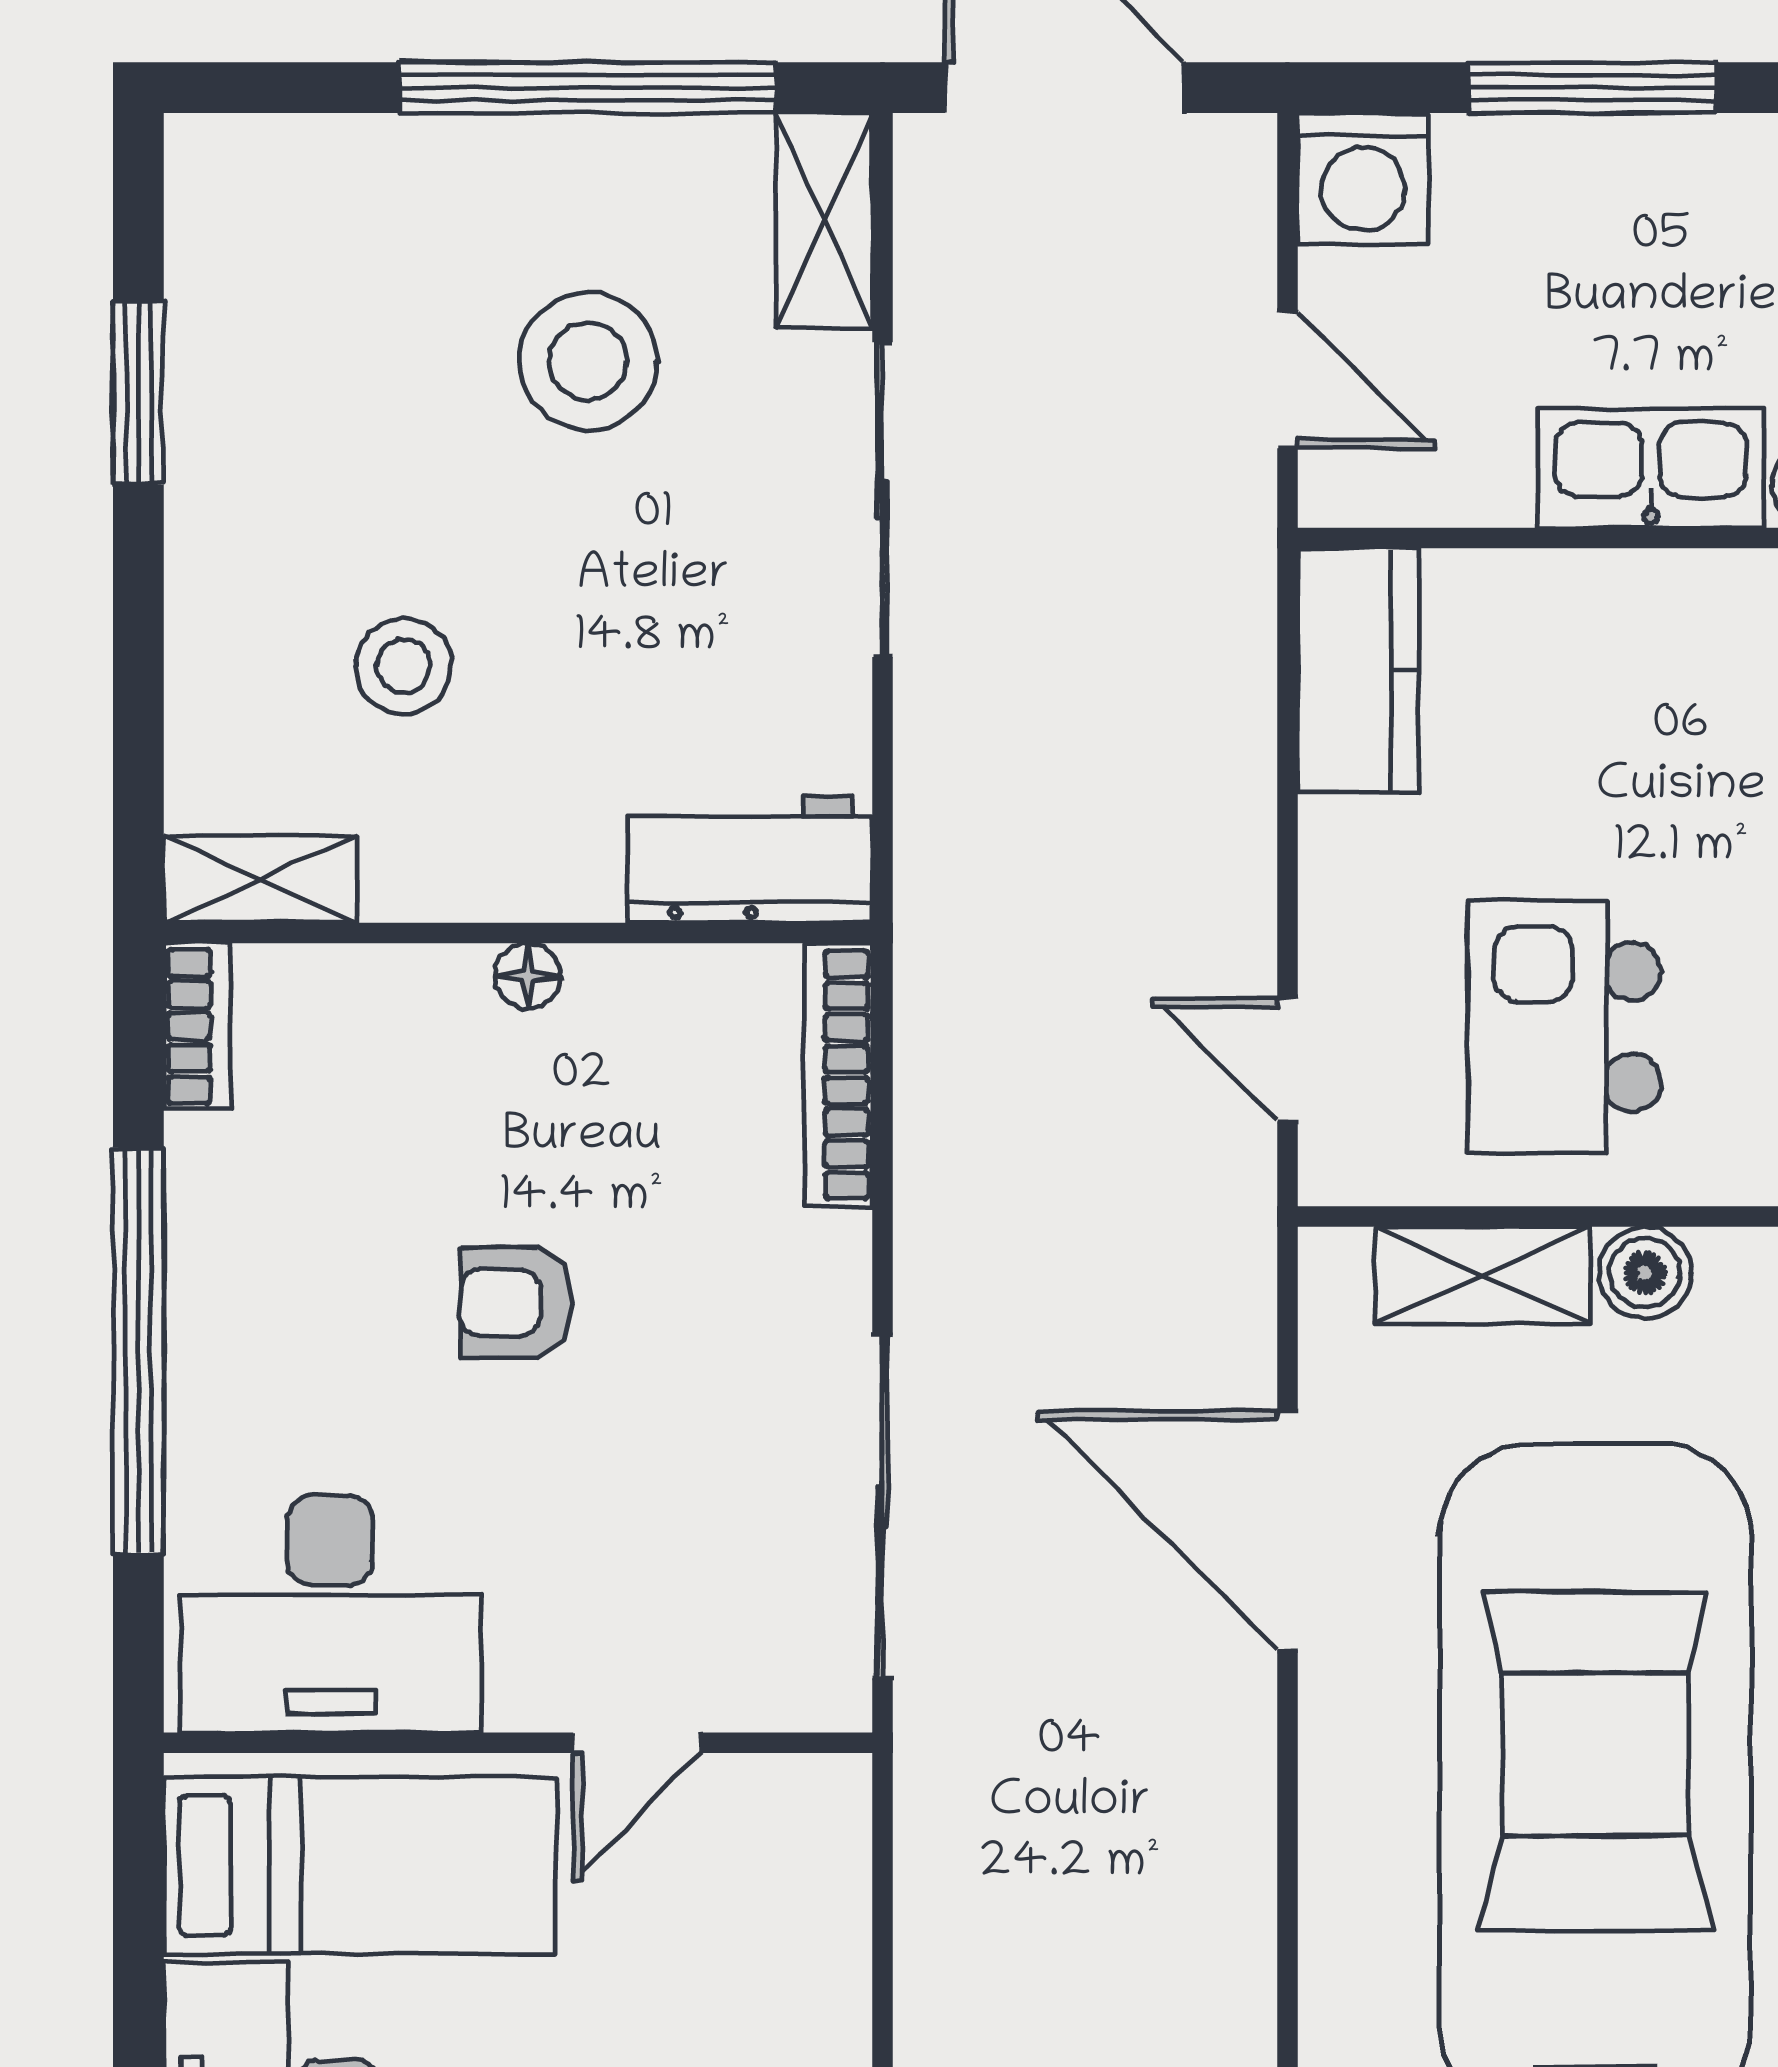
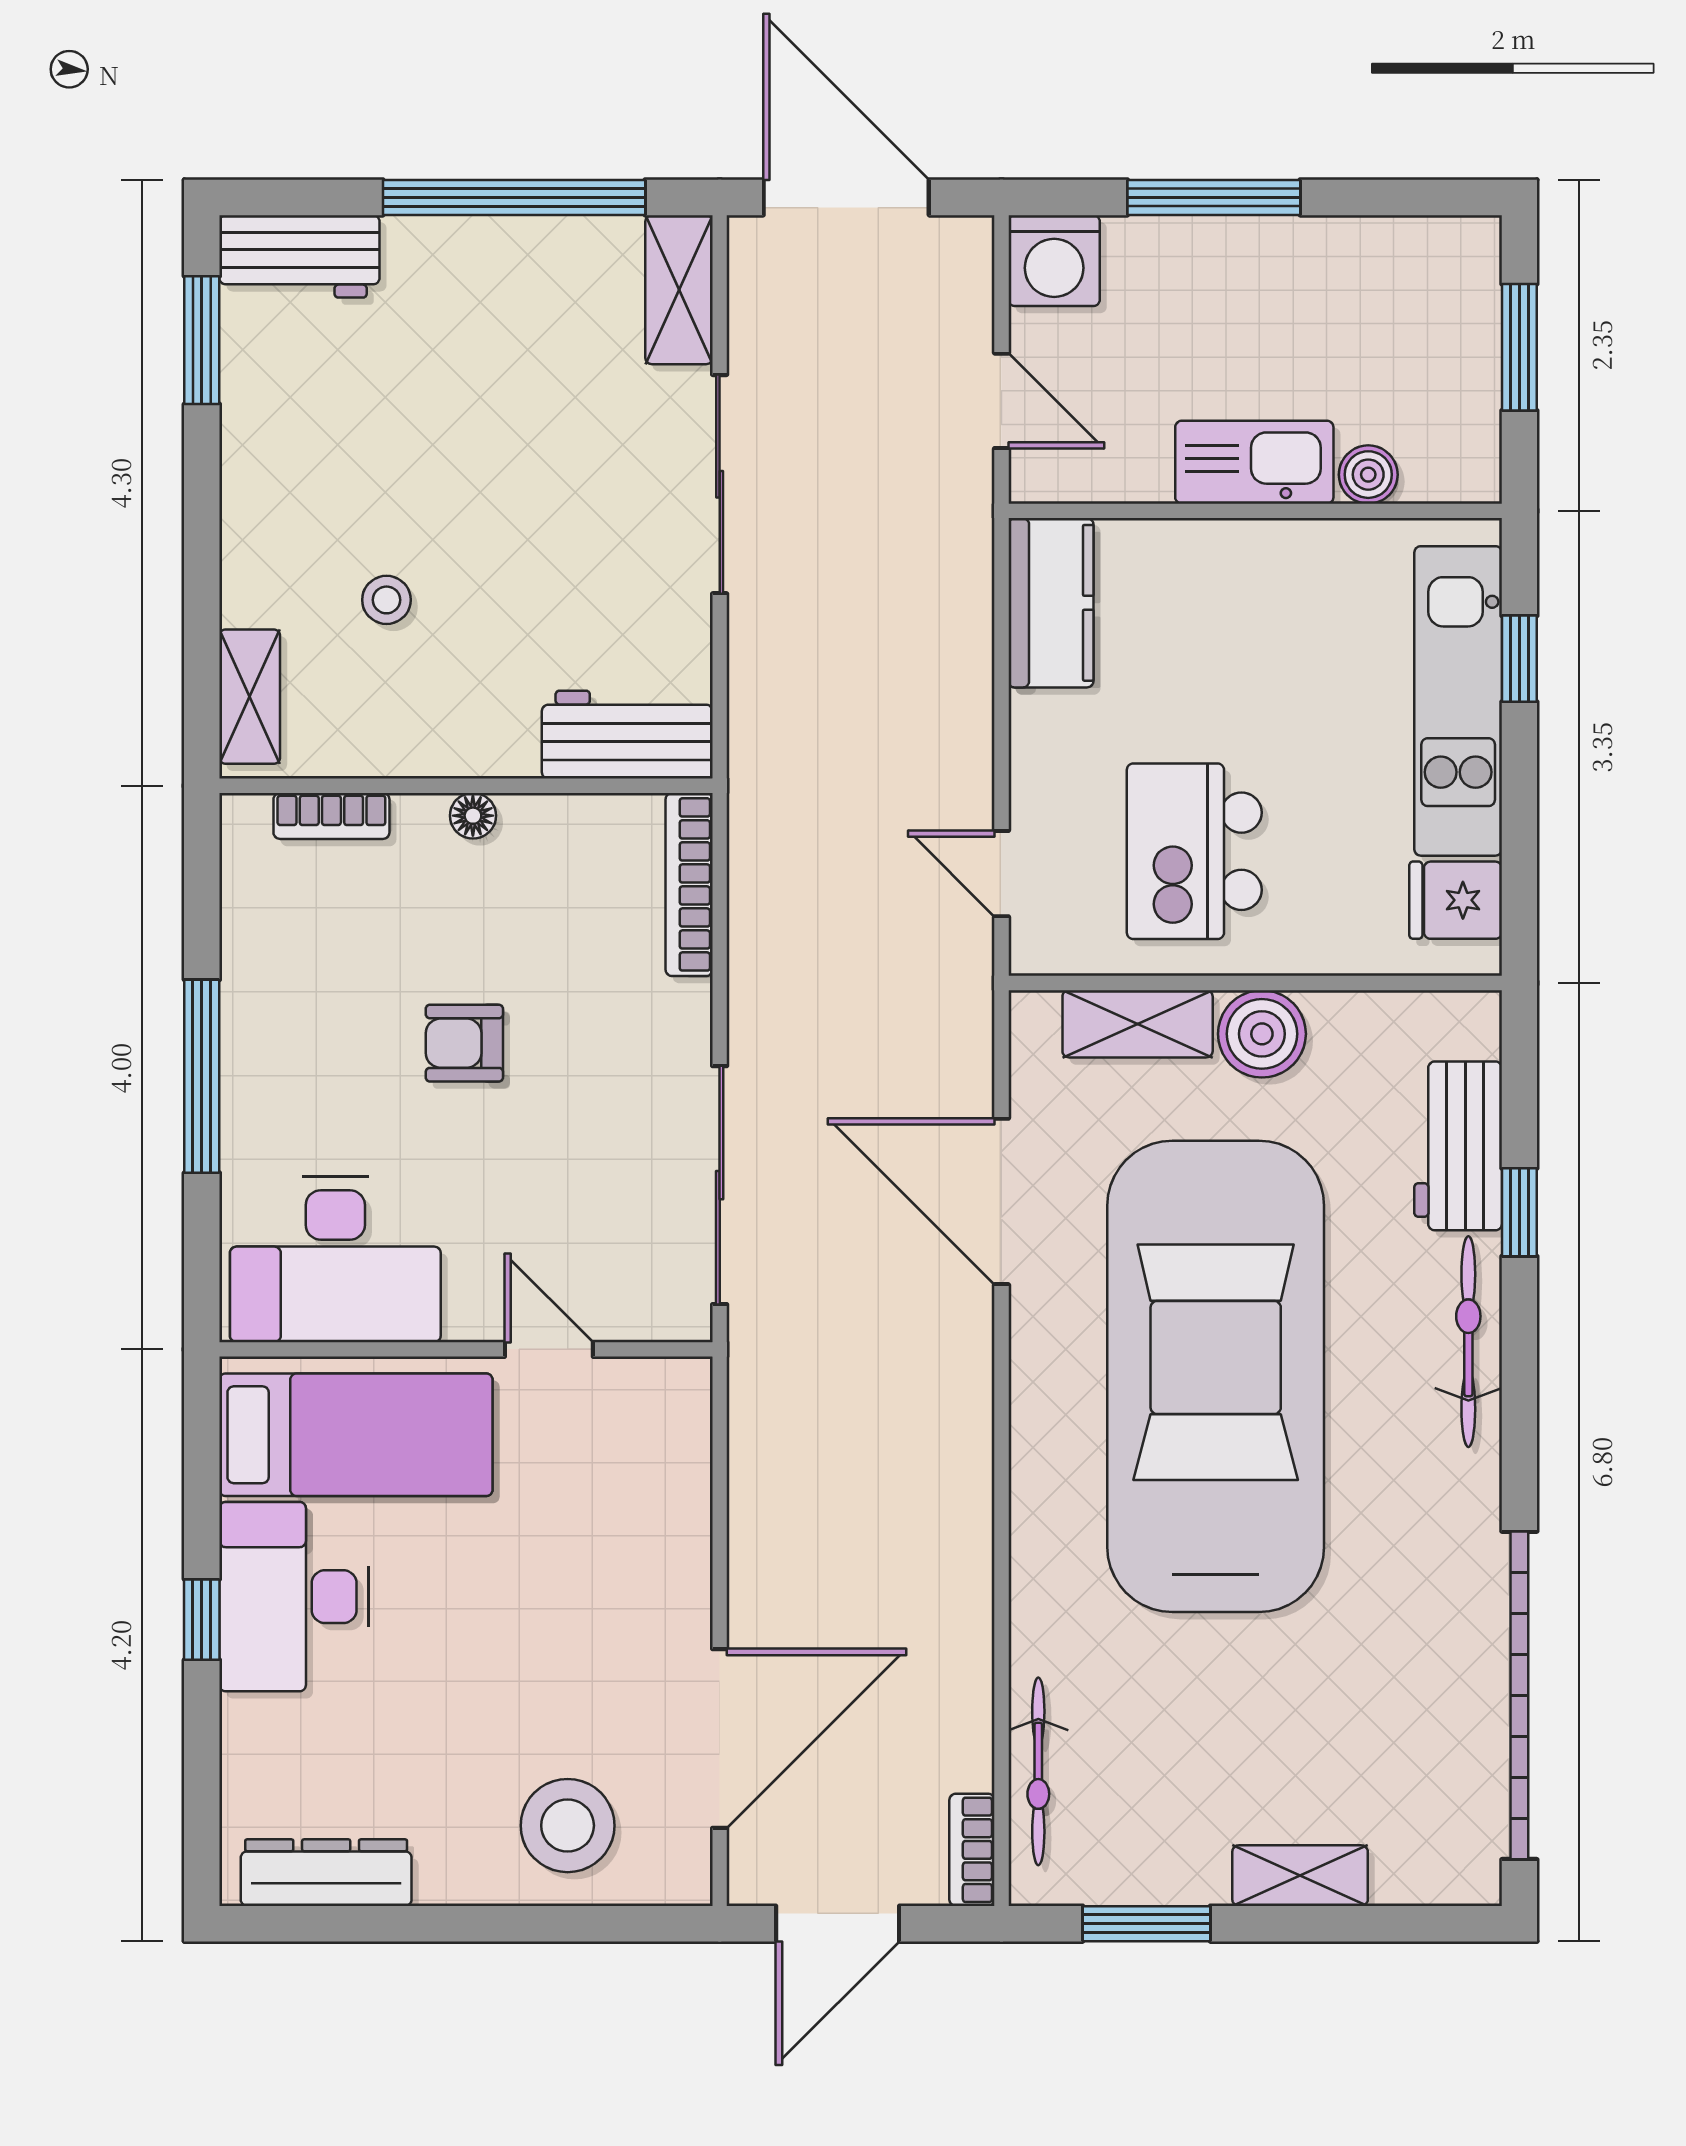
workbench: (279, 172) -> (299, 256), added
stool: (588, 361) -> (515, 388), removed
window: (138, 393) -> (202, 340), moved
stool: (404, 666) -> (386, 600), width x0.73, depth x0.73
shelving: (260, 879) -> (250, 697), moved, turned 90
bookcase: (197, 1026) -> (331, 816), moved, turned 90
boiler: (1645, 1273) -> (1262, 1034), width x1.36, depth x1.36
window: (138, 1350) -> (202, 1076), width x0.68
door: (637, 1743) -> (549, 1349), swing flipped

